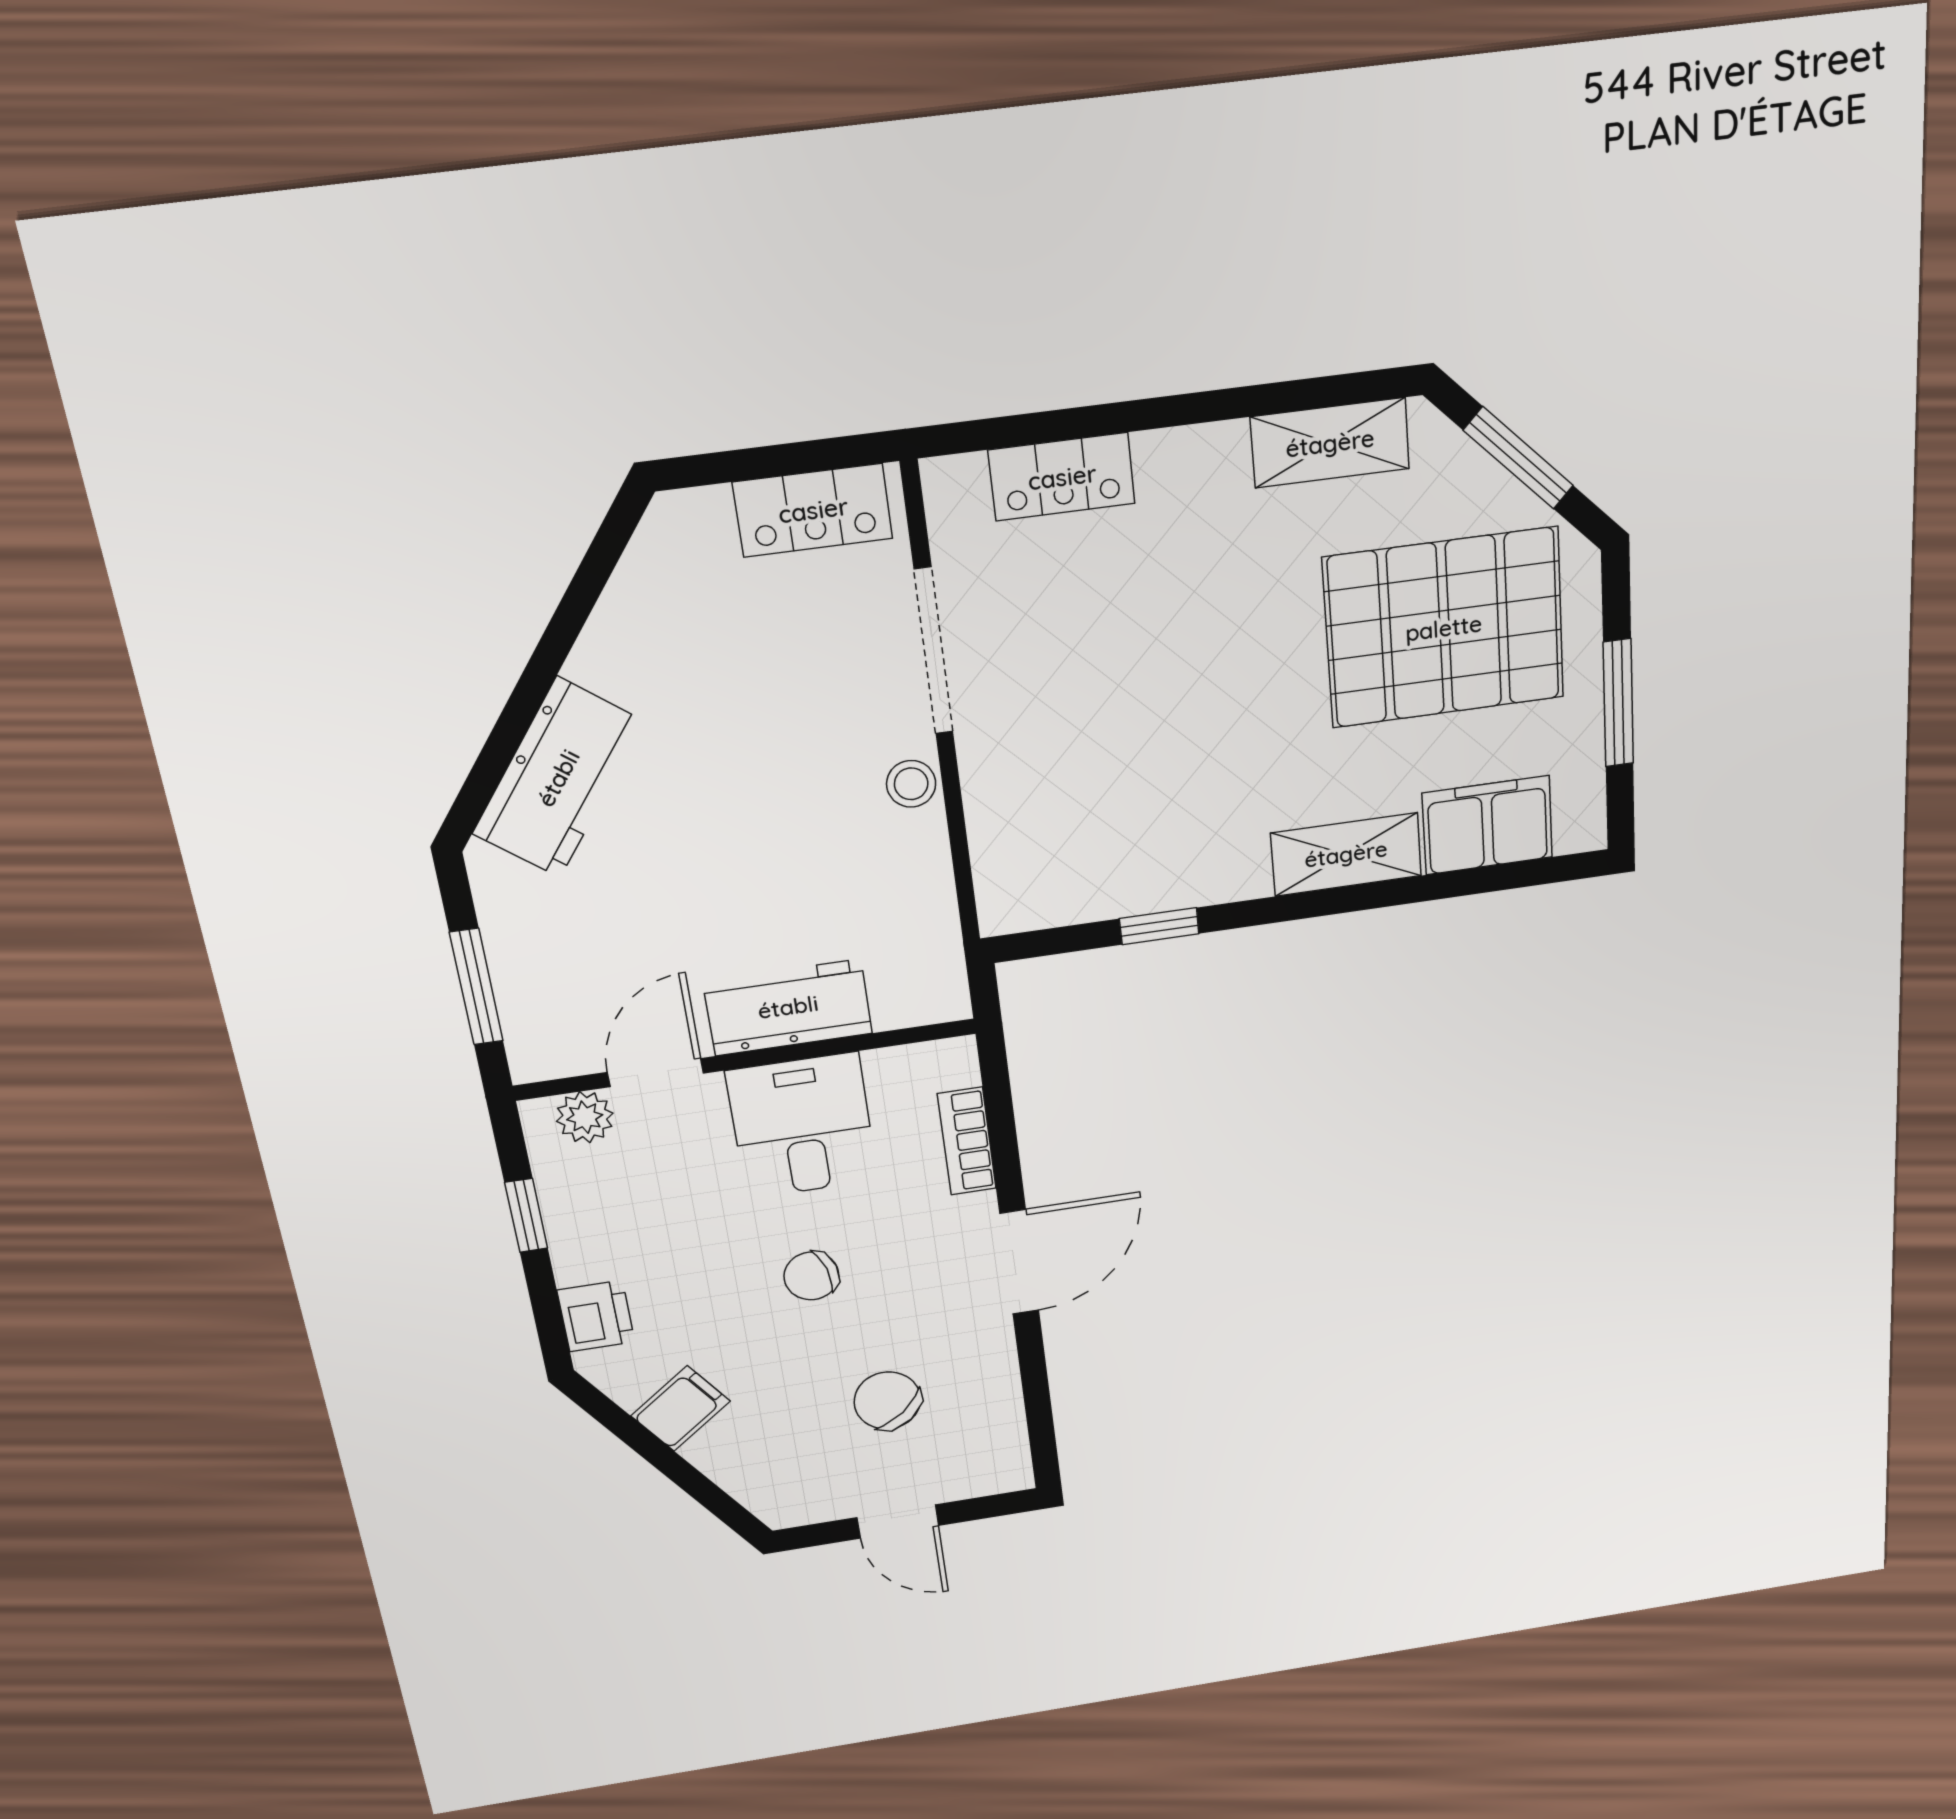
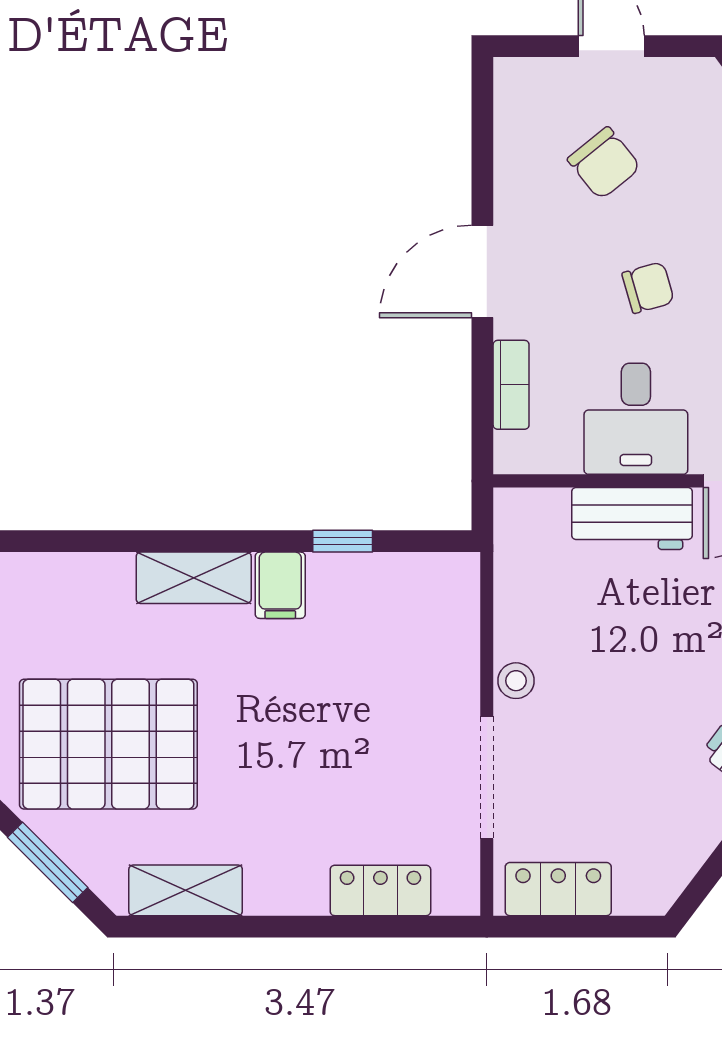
filing cabinet: (1487, 825) -> (280, 585), moved, width x0.50

